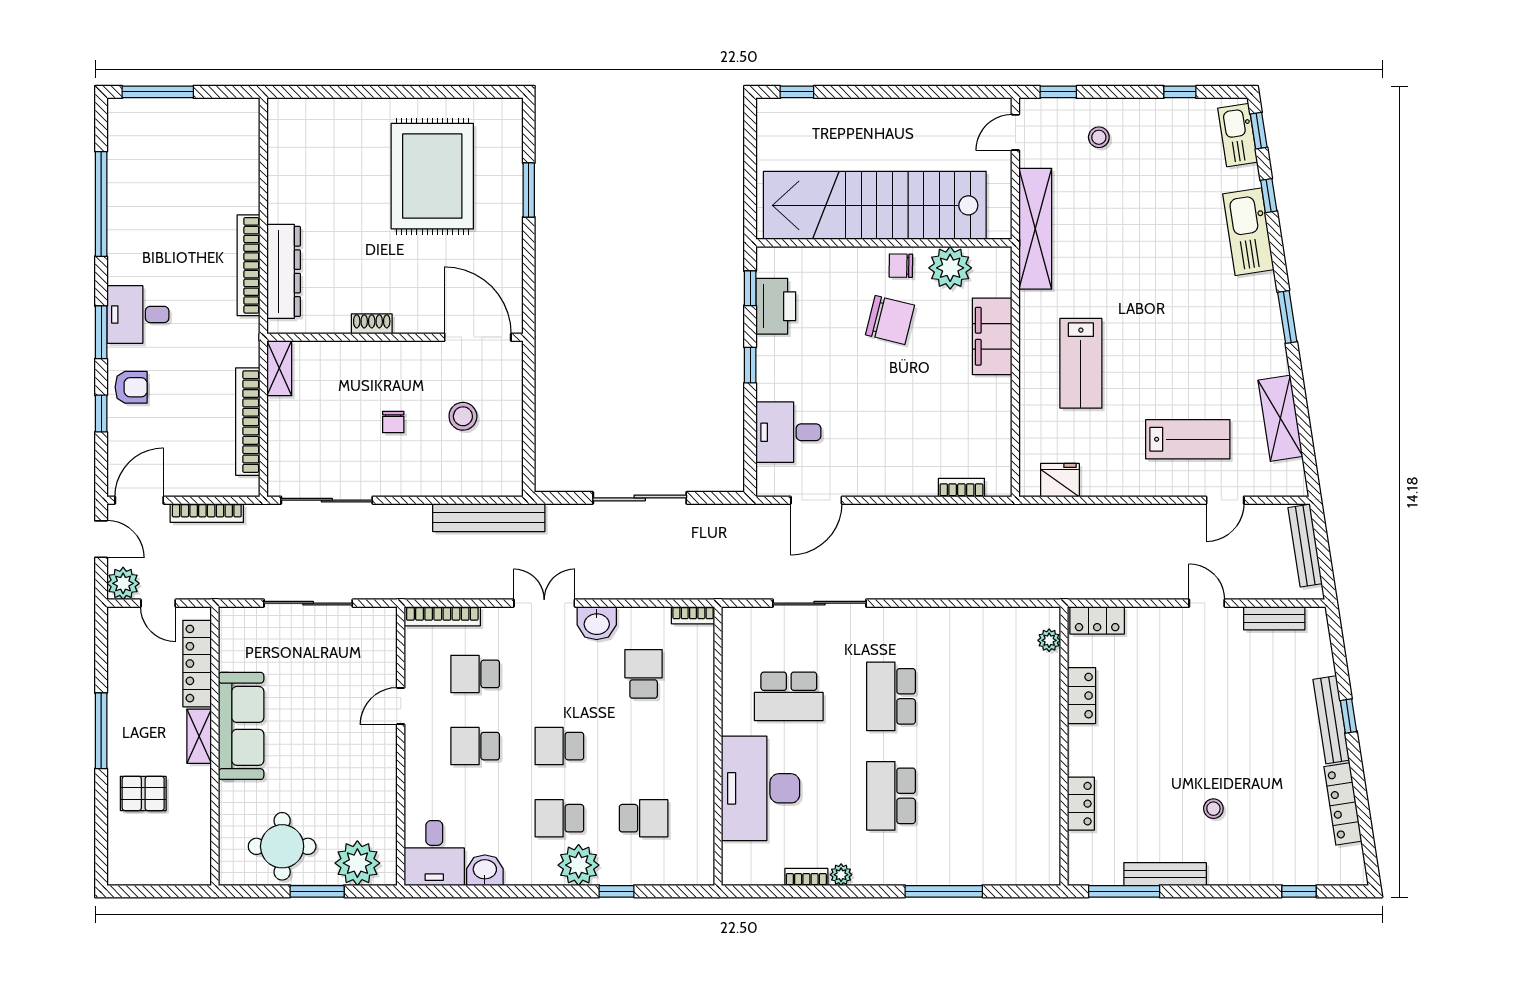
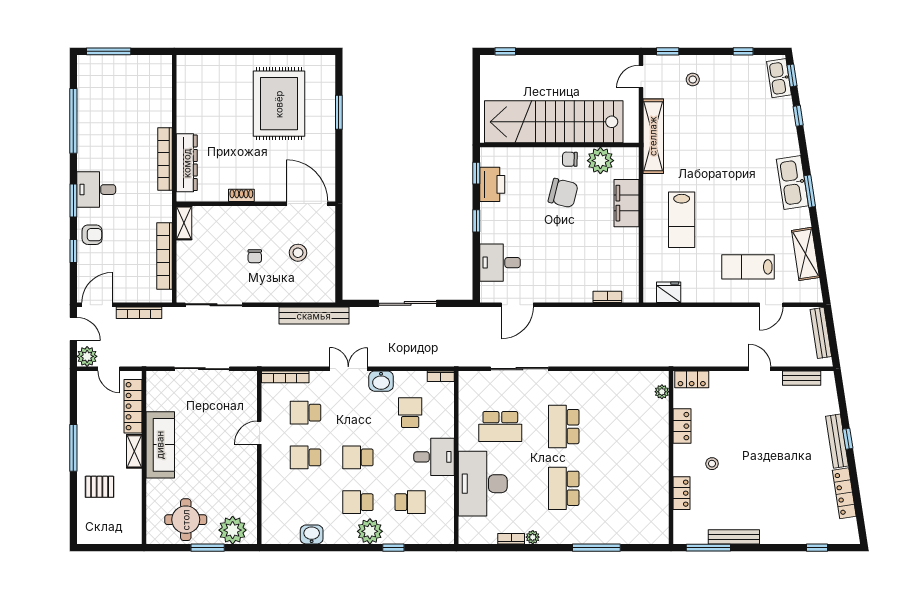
kitchen sink: (1248, 232) -> (792, 182), moved
lab bench: (1188, 439) -> (748, 267), turned 180
stool: (1213, 809) -> (712, 464), moved
desk: (434, 853) -> (434, 457), moved, turned -90

